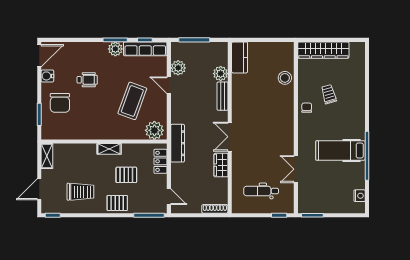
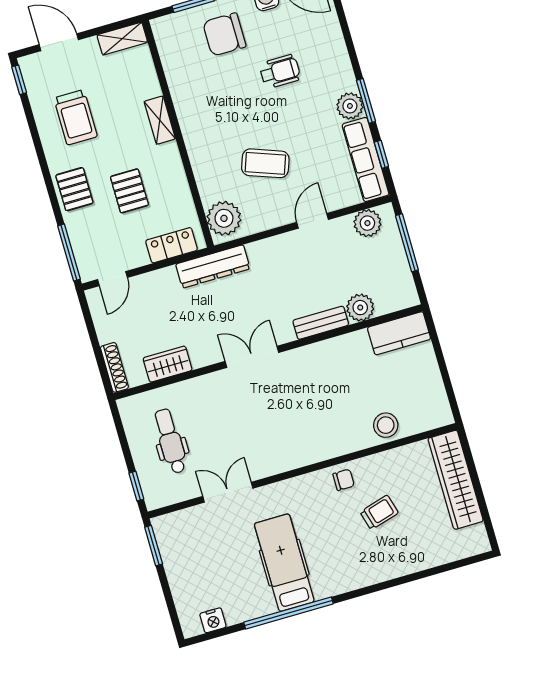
plant: (178, 68) -> (367, 223), moved
wheelchair: (87, 80) -> (280, 71), turned -90
coffee table: (132, 101) -> (265, 163), width x0.73, depth x0.76
shelving: (109, 149) -> (160, 120), moved
wardrobe: (221, 165) -> (168, 364), moved

